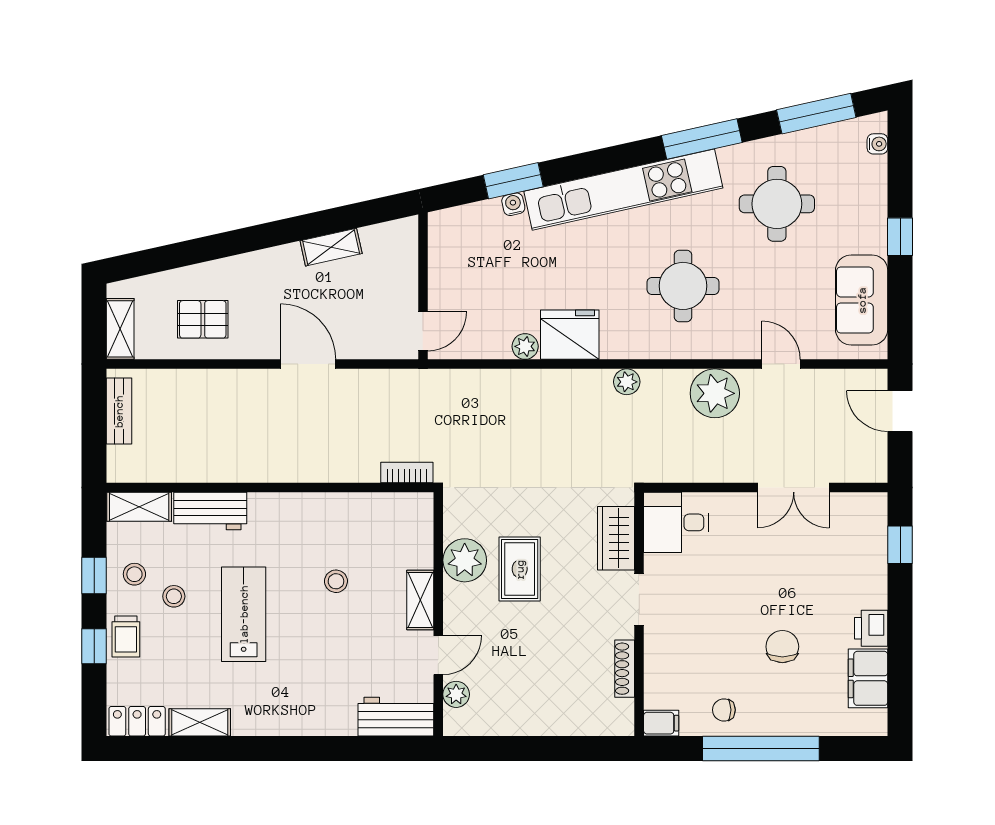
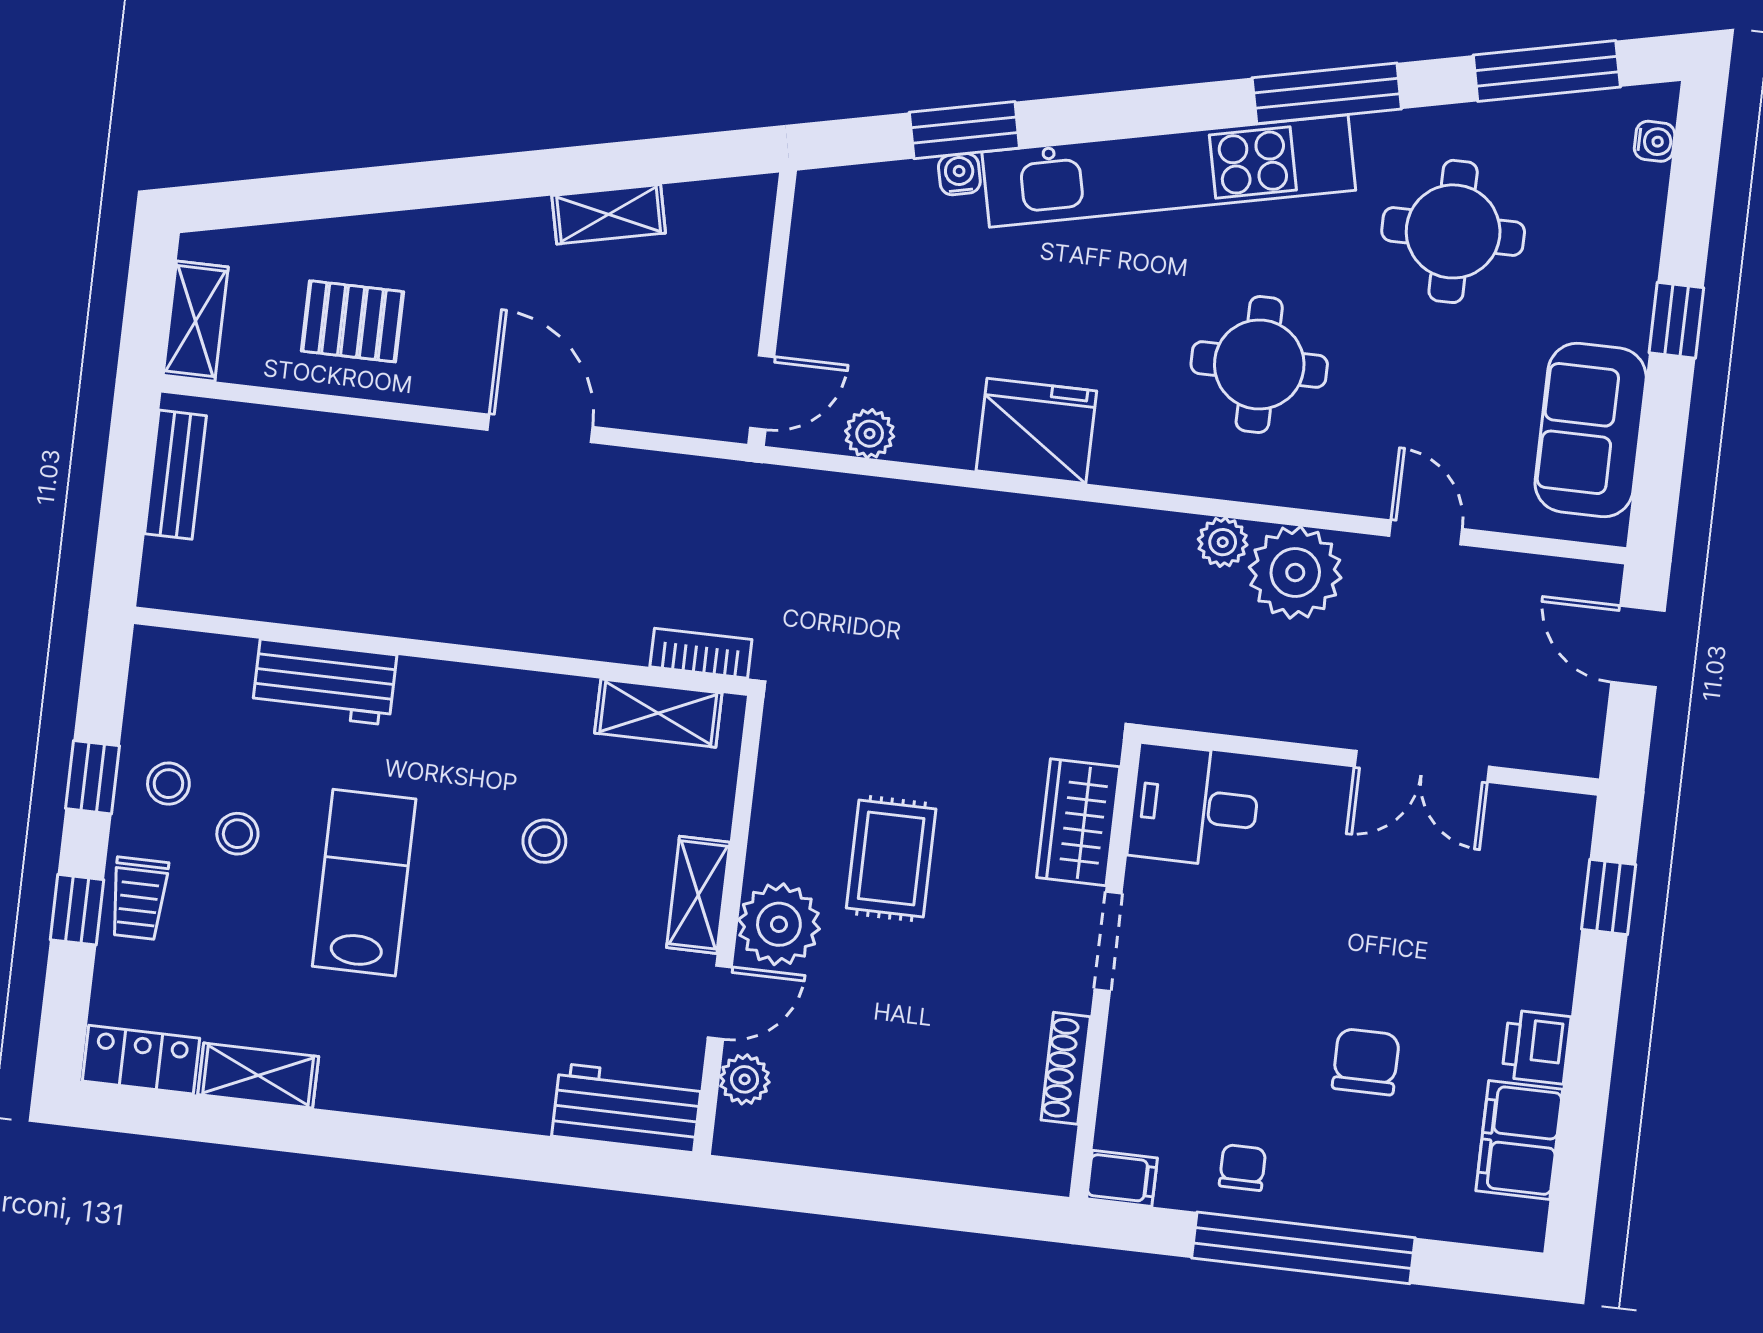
plant: (525, 346) -> (870, 434), moved
plant: (627, 382) -> (1223, 542), moved
shelving: (139, 507) -> (658, 713), moved
plant: (465, 560) -> (779, 924), moved
chair: (724, 710) -> (1242, 1168), turned 90

